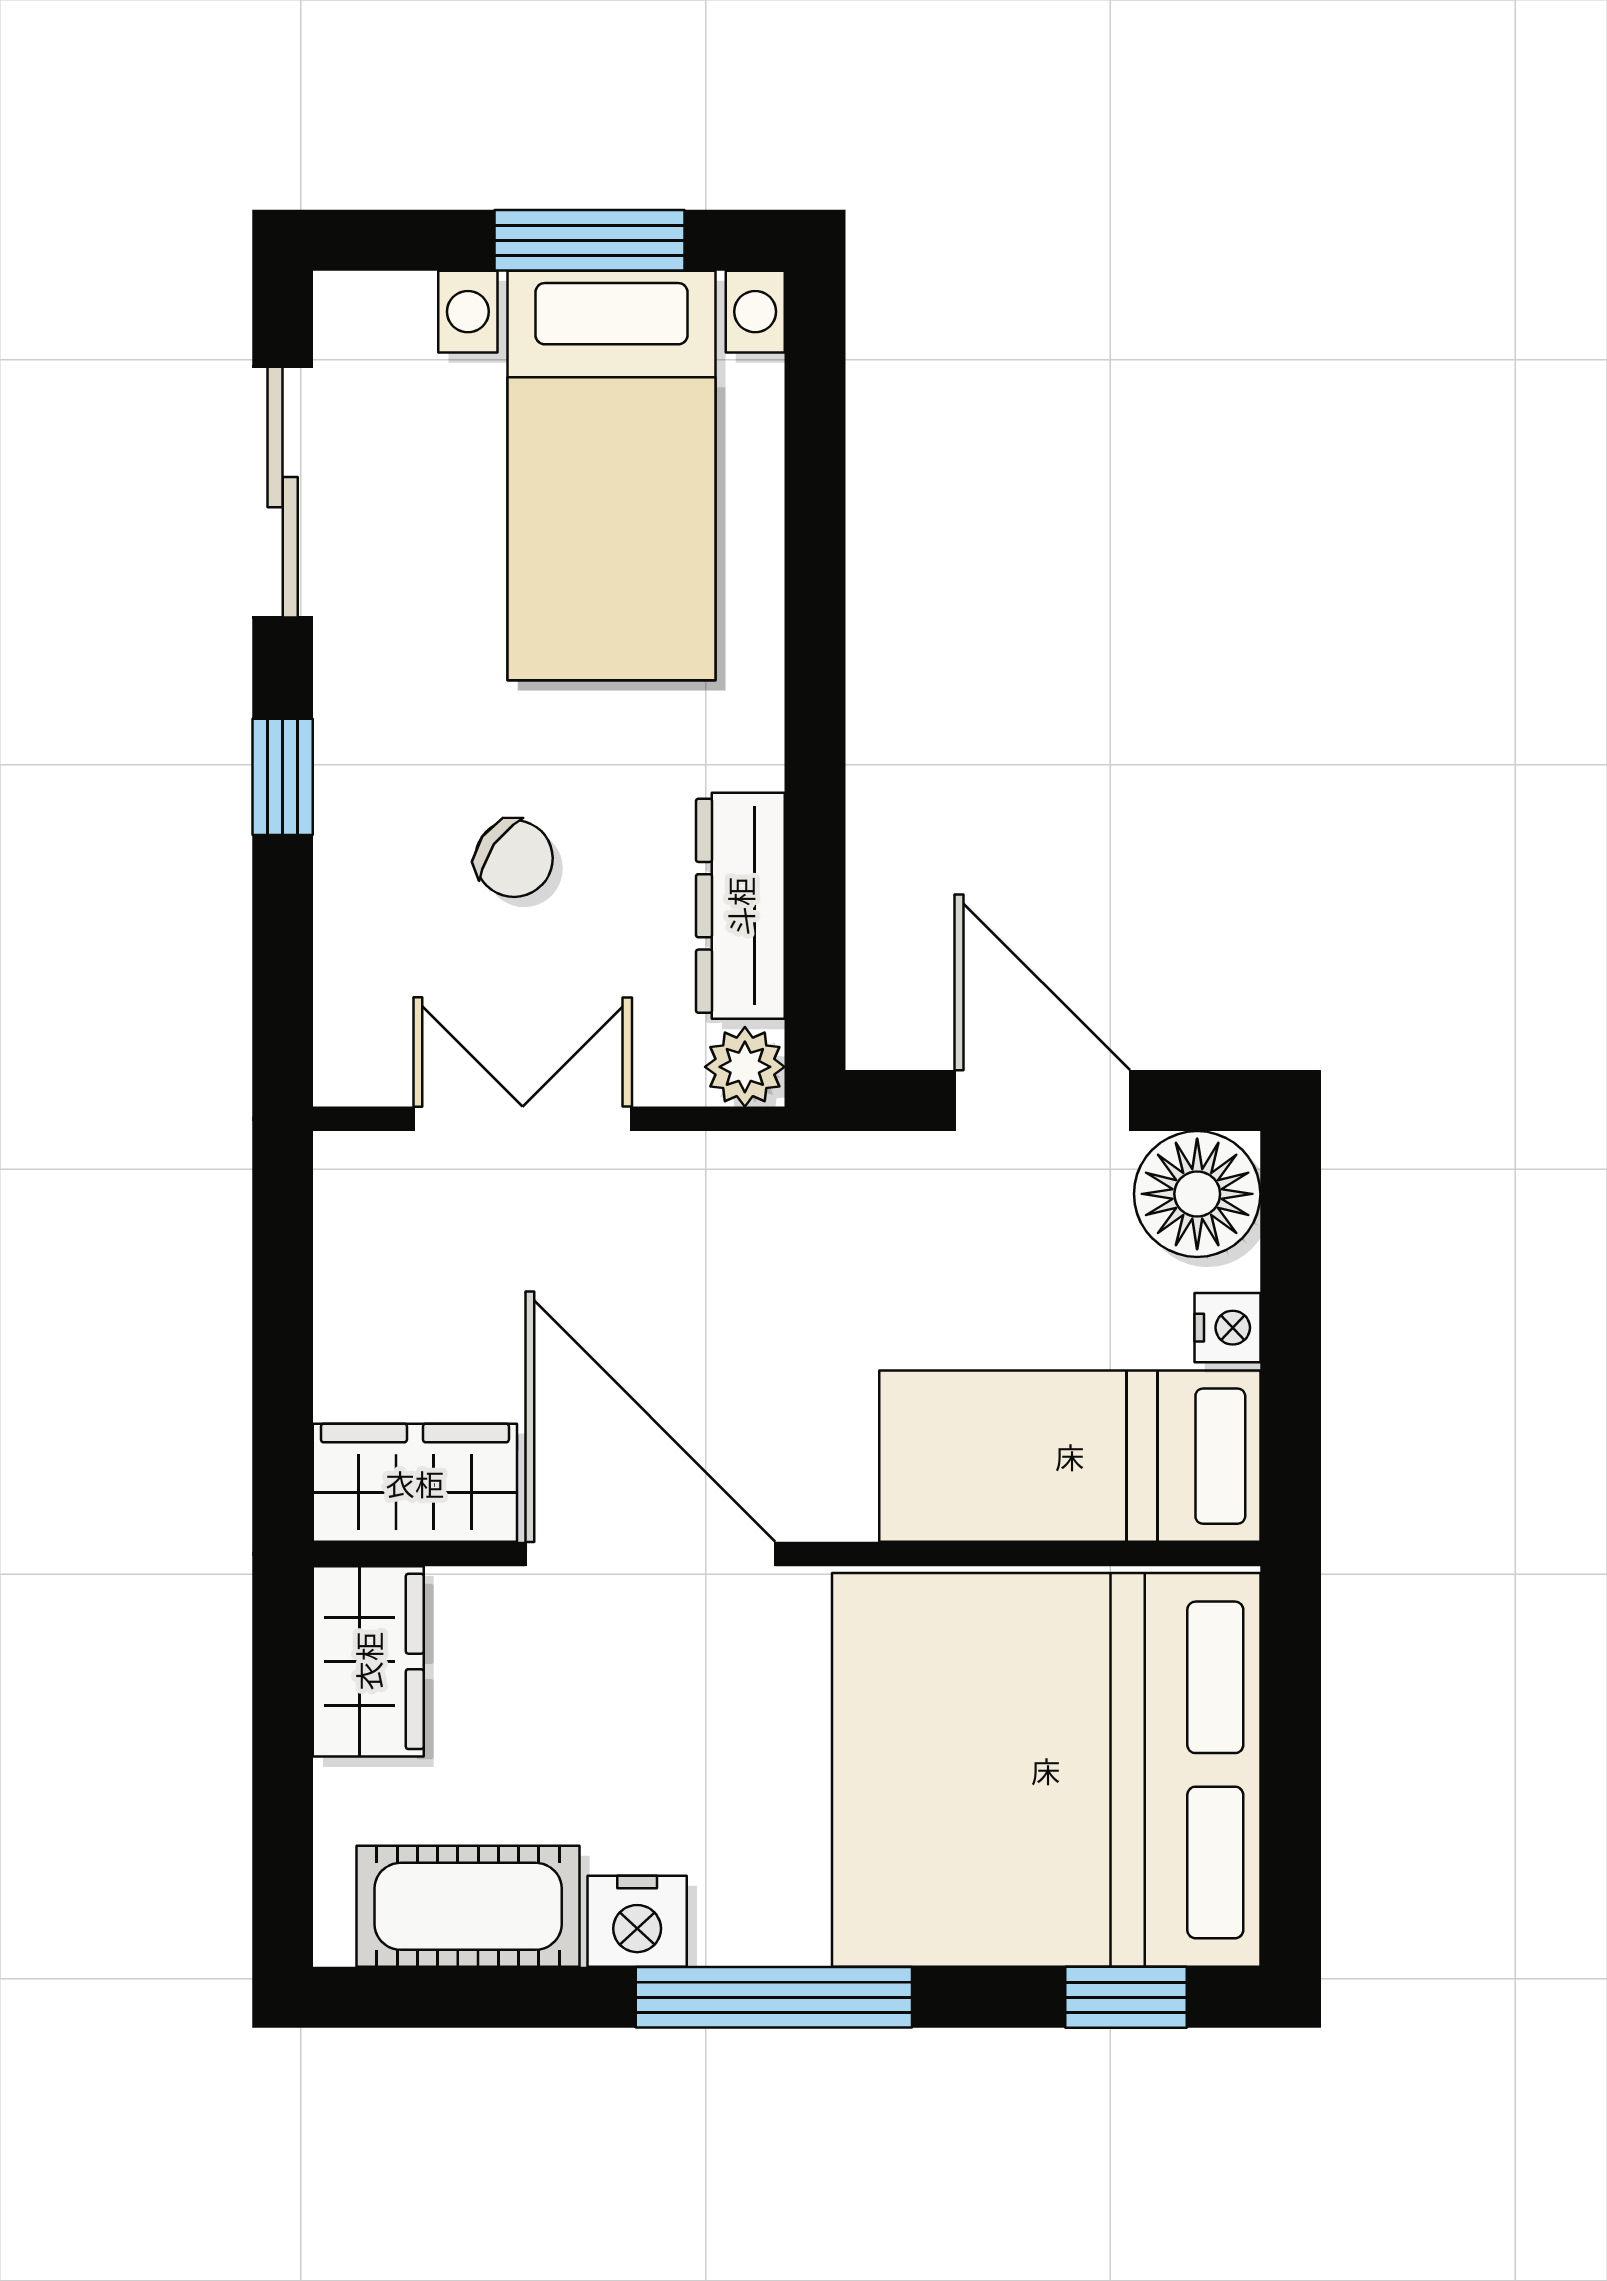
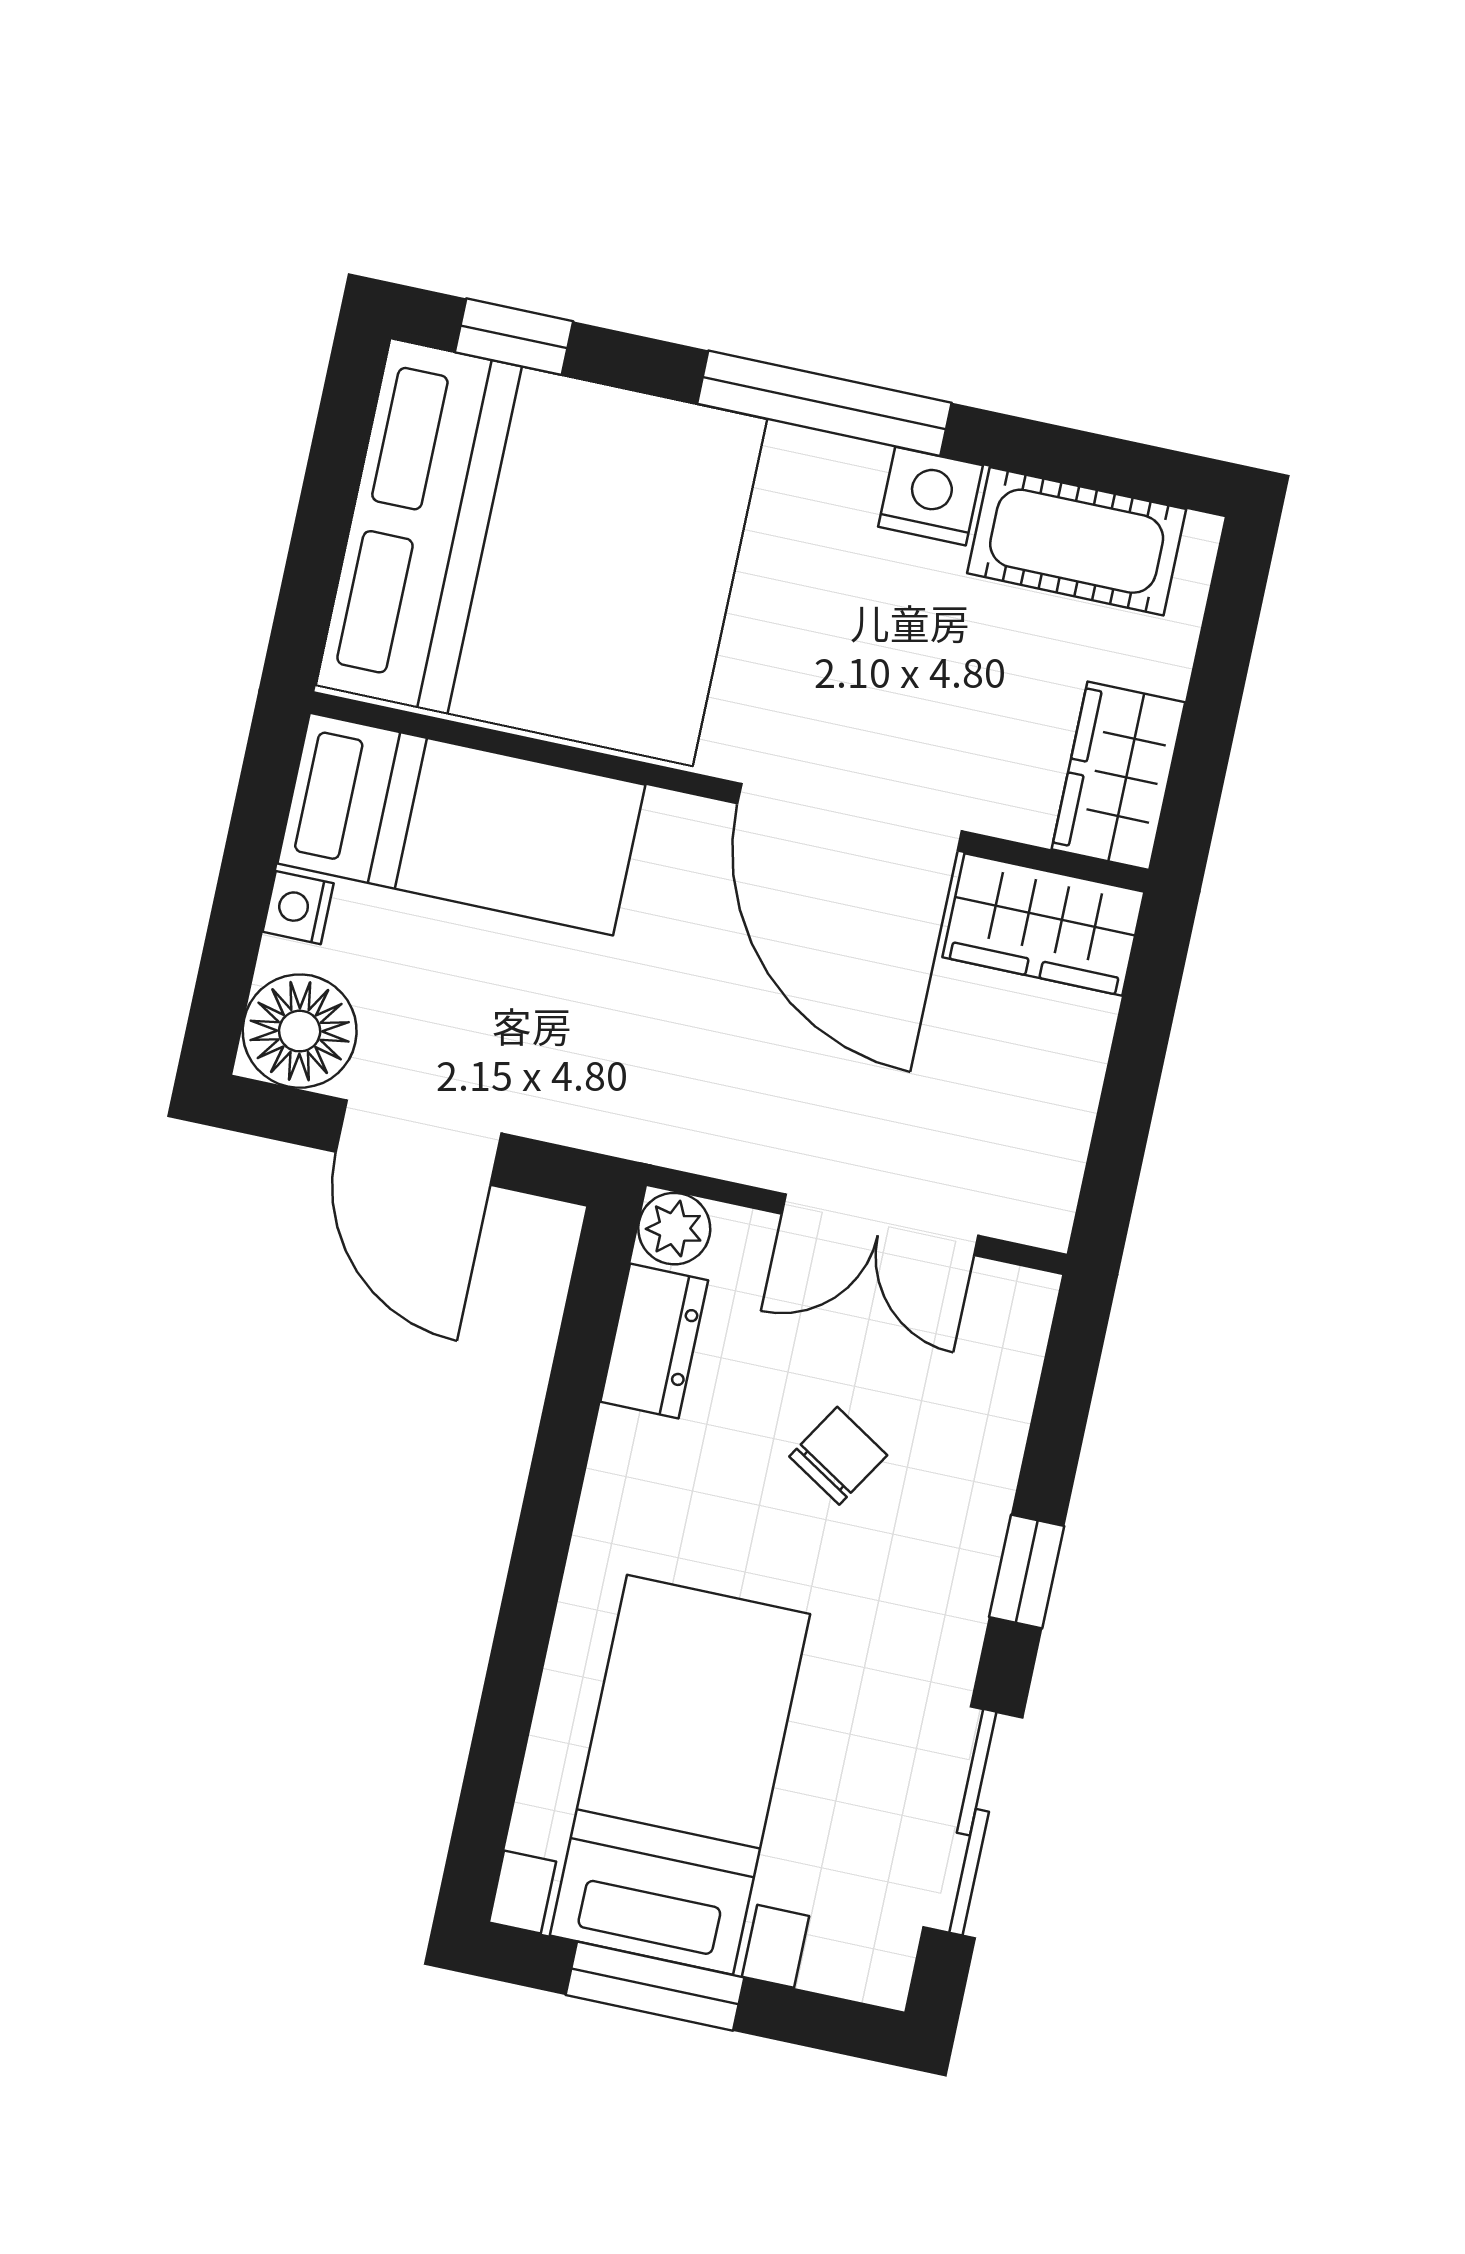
chair: (514, 858) -> (838, 1456), turned 87
dresser: (740, 906) -> (654, 1341), width x0.70

